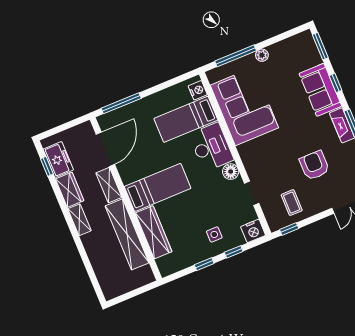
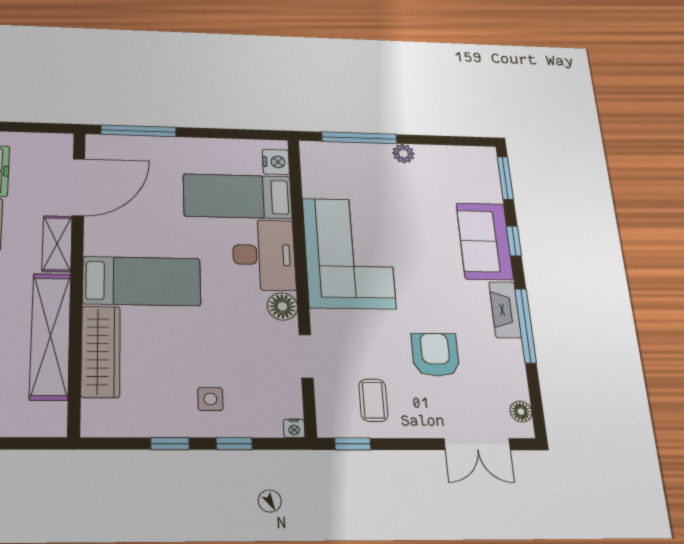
corner sofa: (244, 106) -> (349, 253), moved
nightstand: (253, 231) -> (294, 428), width x0.53, depth x0.56

